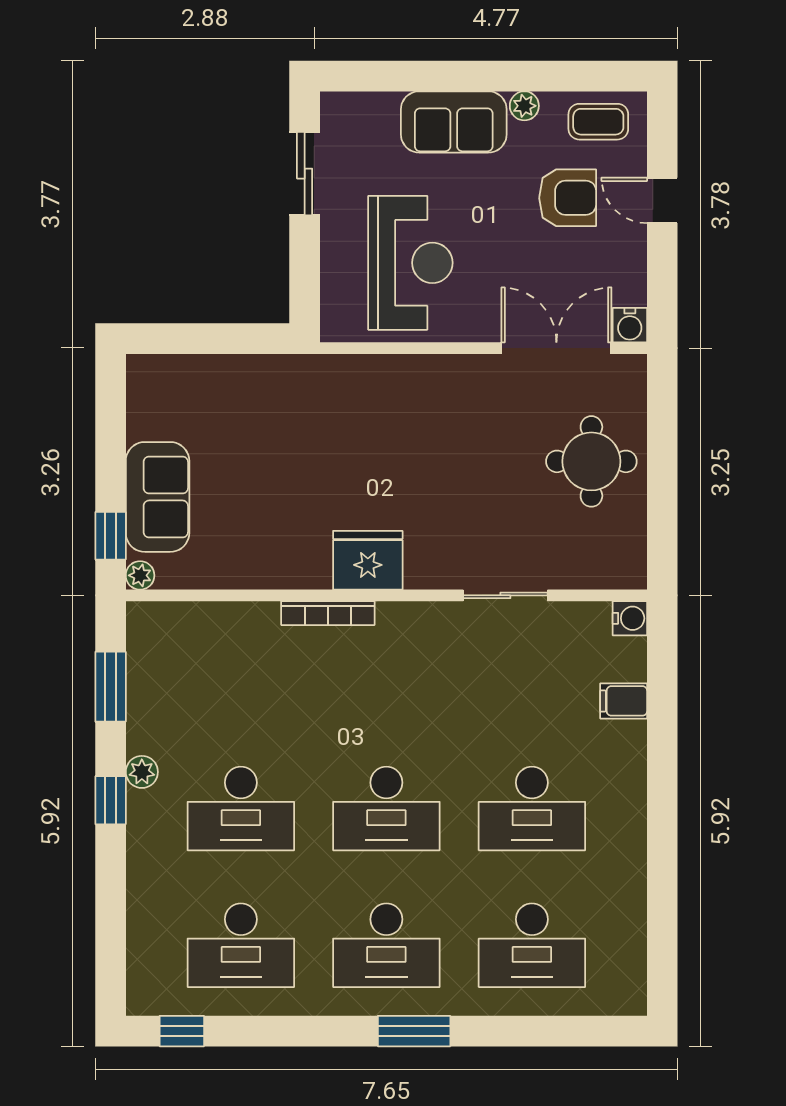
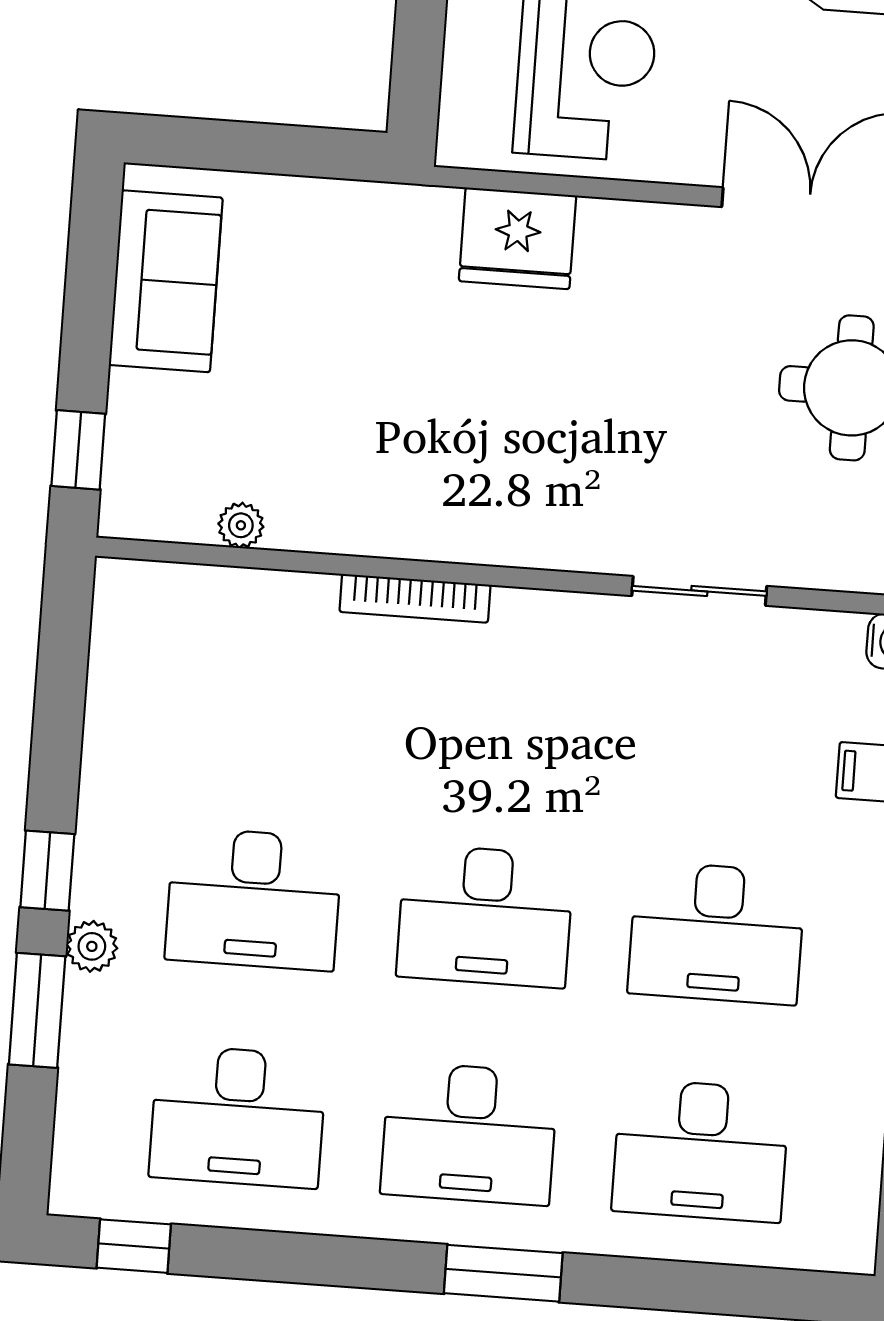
sofa: (158, 497) -> (166, 281), moved
fridge: (368, 560) -> (518, 238), moved, turned 180
plant: (140, 575) -> (241, 525), moved
window: (111, 687) -> (37, 1010), moved
plant: (142, 772) -> (92, 946), moved

